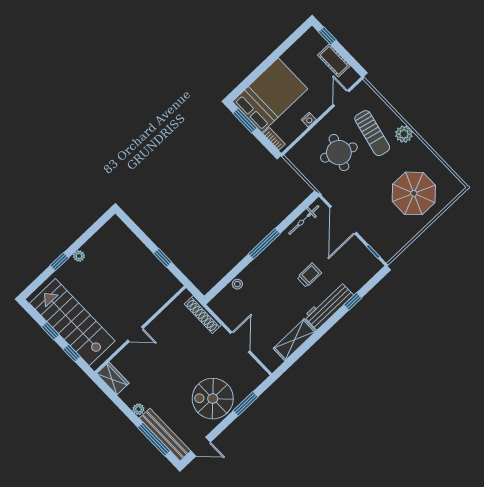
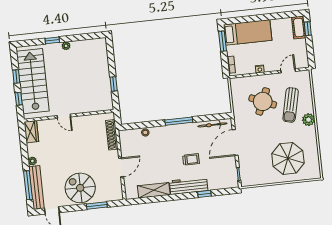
cot: (334, 60) -> (299, 28), moved
bed: (270, 95) -> (248, 32), width x0.67

